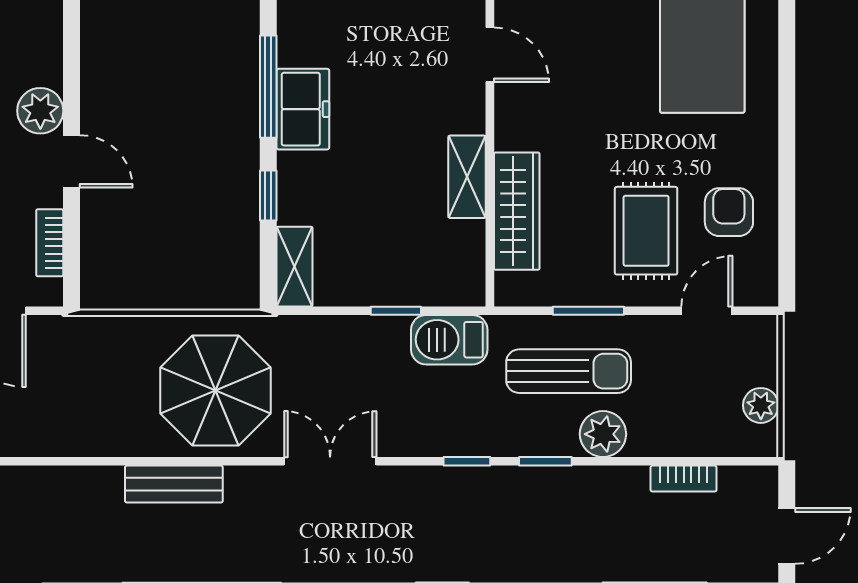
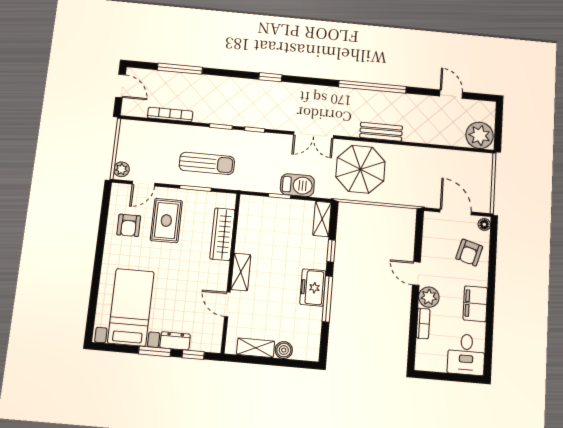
shelving: (467, 177) -> (241, 272), moved
bookcase: (50, 243) -> (423, 323), moved
barbecue: (449, 340) -> (297, 185), moved
sun lounger: (569, 371) -> (207, 163), turned 180
plant: (761, 405) -> (121, 169), moved
plant: (603, 434) -> (195, 136), removed
bookcase: (684, 479) -> (170, 114), width x1.56
door: (787, 536) -> (121, 86), swing flipped

